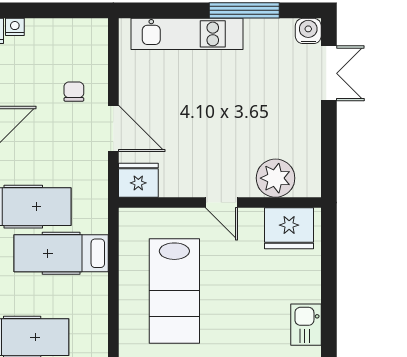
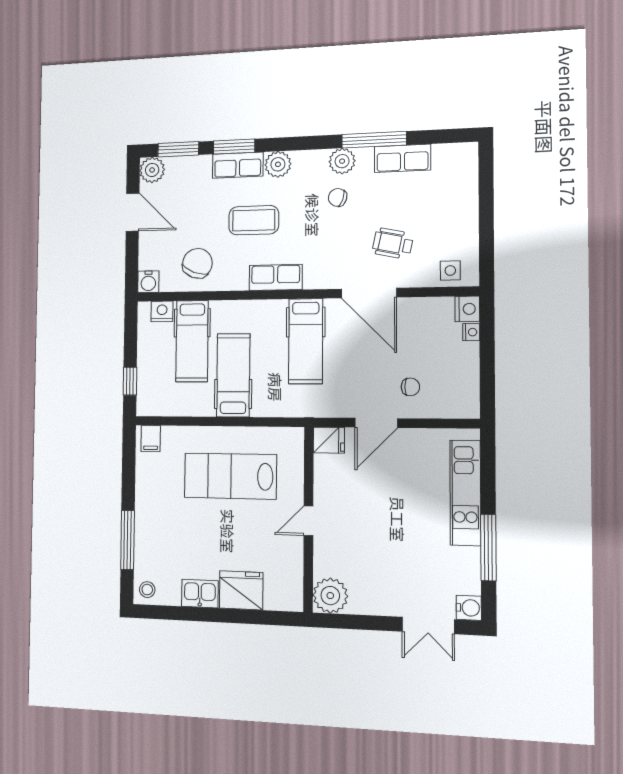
plant: (276, 178) -> (330, 596), moved
fridge: (138, 180) -> (329, 440), width x0.72
fridge: (289, 228) -> (241, 590), moved, turned 90
hospital bed: (61, 253) -> (233, 375), moved

